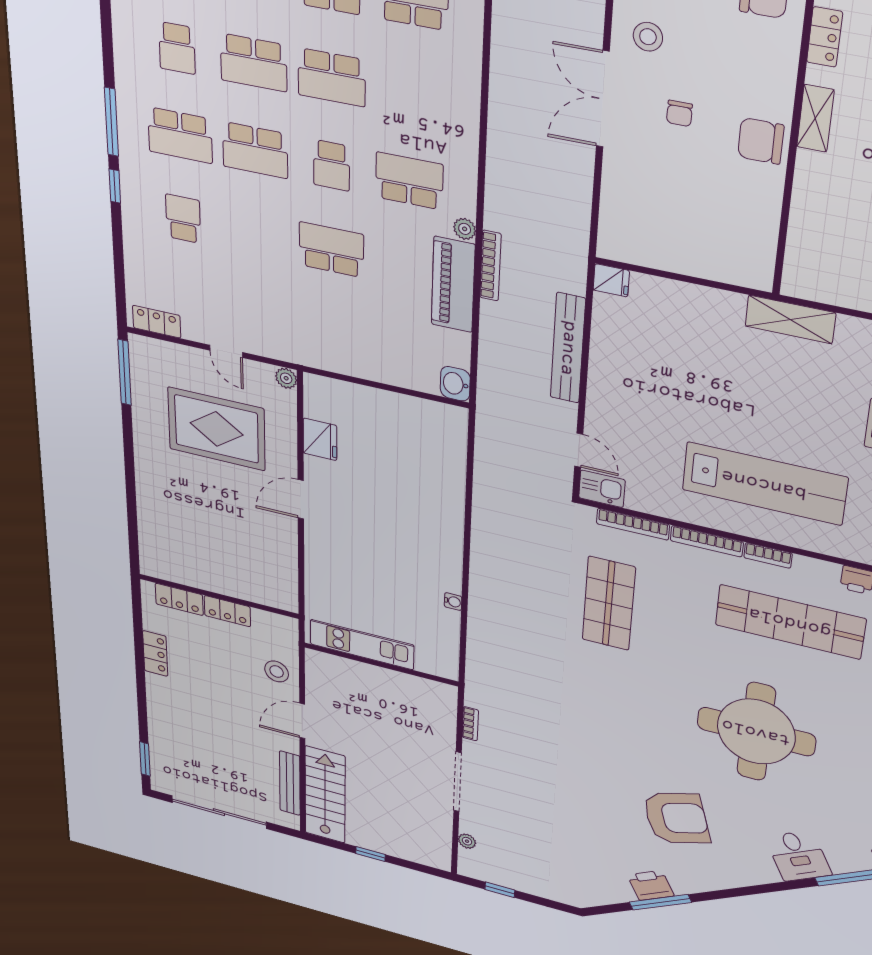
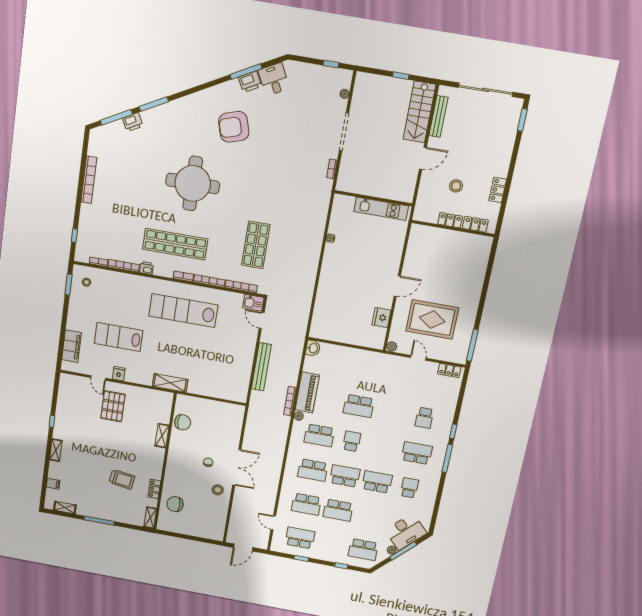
shelving: (815, 118) -> (162, 436), moved
chair: (761, 141) -> (183, 422), moved
school desk: (255, 150) -> (313, 470), moved, turned 180
fridge: (611, 280) -> (240, 396), removed
stool: (277, 671) -> (456, 186), moved
desk: (798, 856) -> (274, 79), moved

